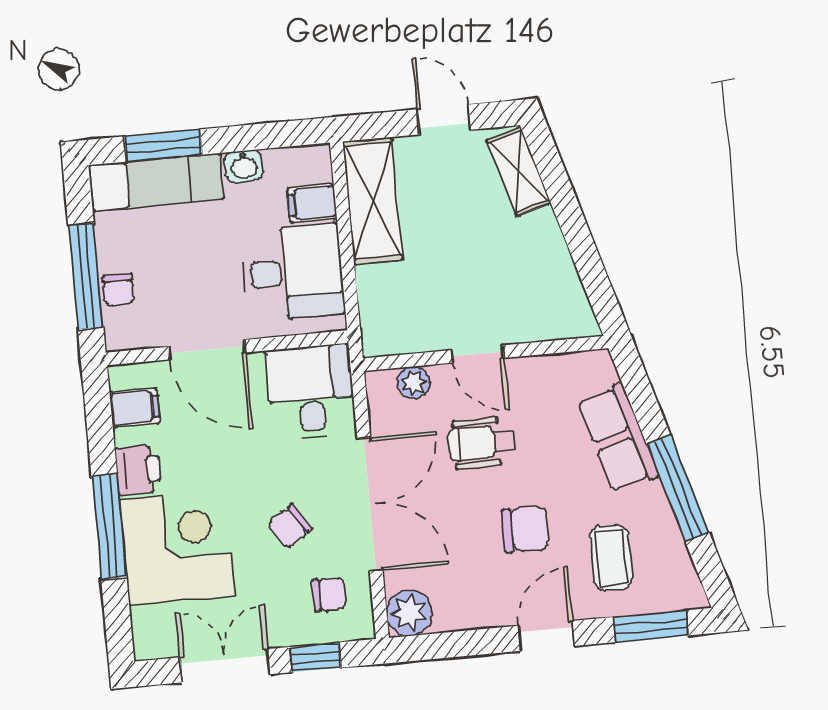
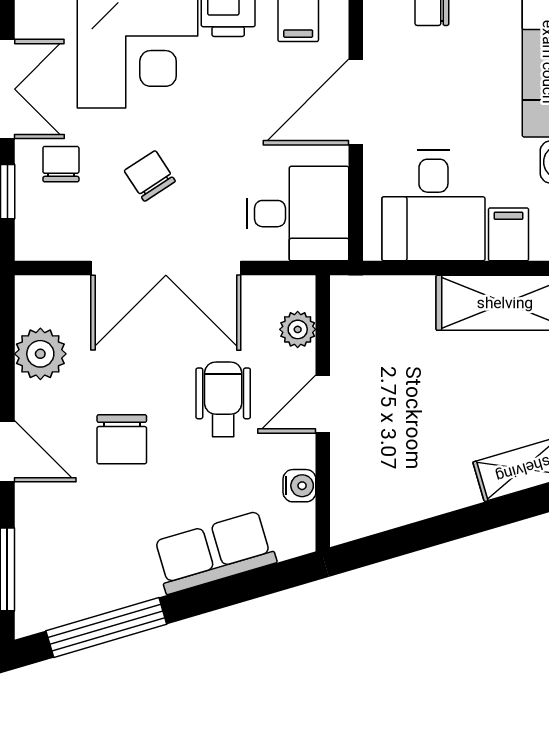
water cooler: (552, 368) -> (299, 486), added
window: (678, 488) -> (106, 628), moved
coffee table: (611, 558) -> (81, 532), removed
chair: (329, 594) -> (61, 164), moved, turned 180
plant: (409, 613) -> (40, 354), moved

